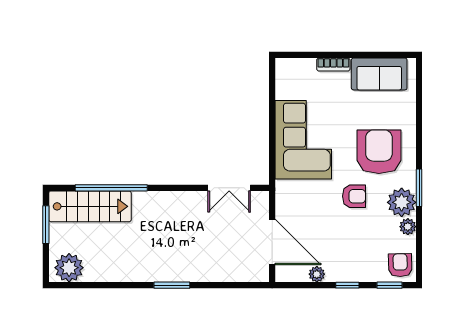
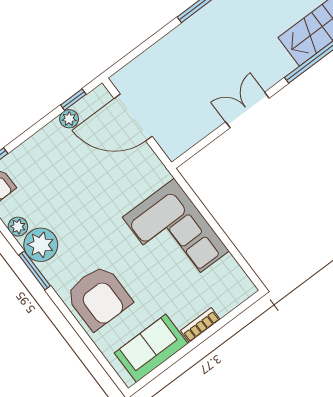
armchair: (379, 152) -> (99, 297), moved
double door: (229, 188) -> (247, 110), moved
armchair: (354, 196) -> (89, 217), removed
window: (347, 285) -> (73, 100), moved

